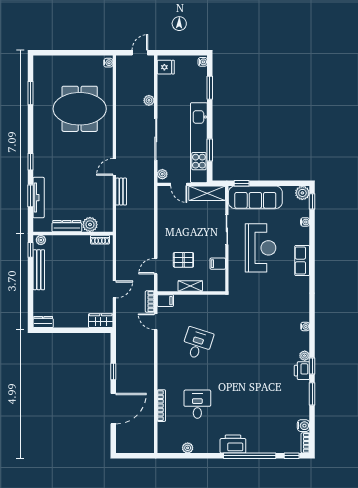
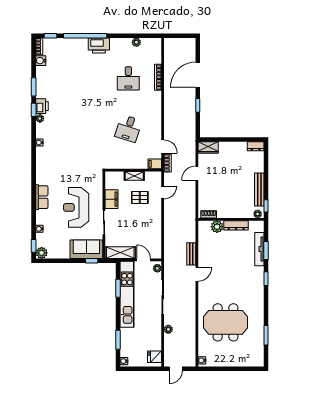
sofa: (255, 197) -> (86, 249), width x0.73
filing cabinet: (218, 264) -> (111, 199), width x2.00

